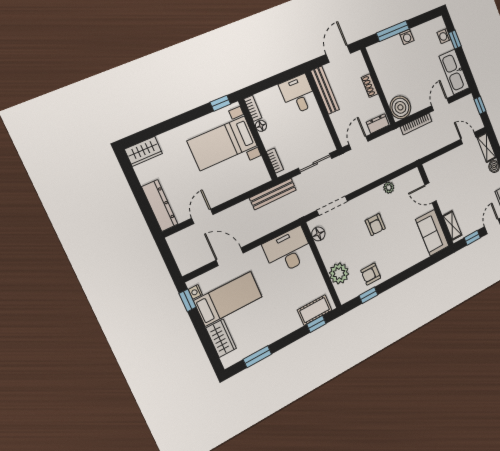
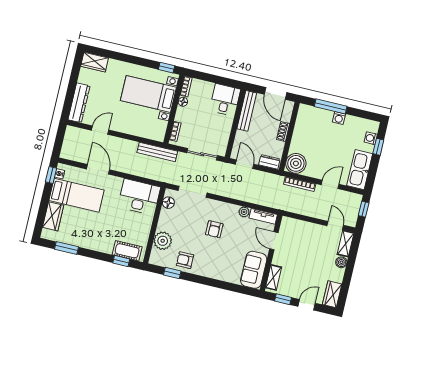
door: (338, 54) -> (276, 93), swing flipped
door: (359, 143) -> (245, 164), hinge flipped
tv unit: (407, 178) -> (263, 216), added

